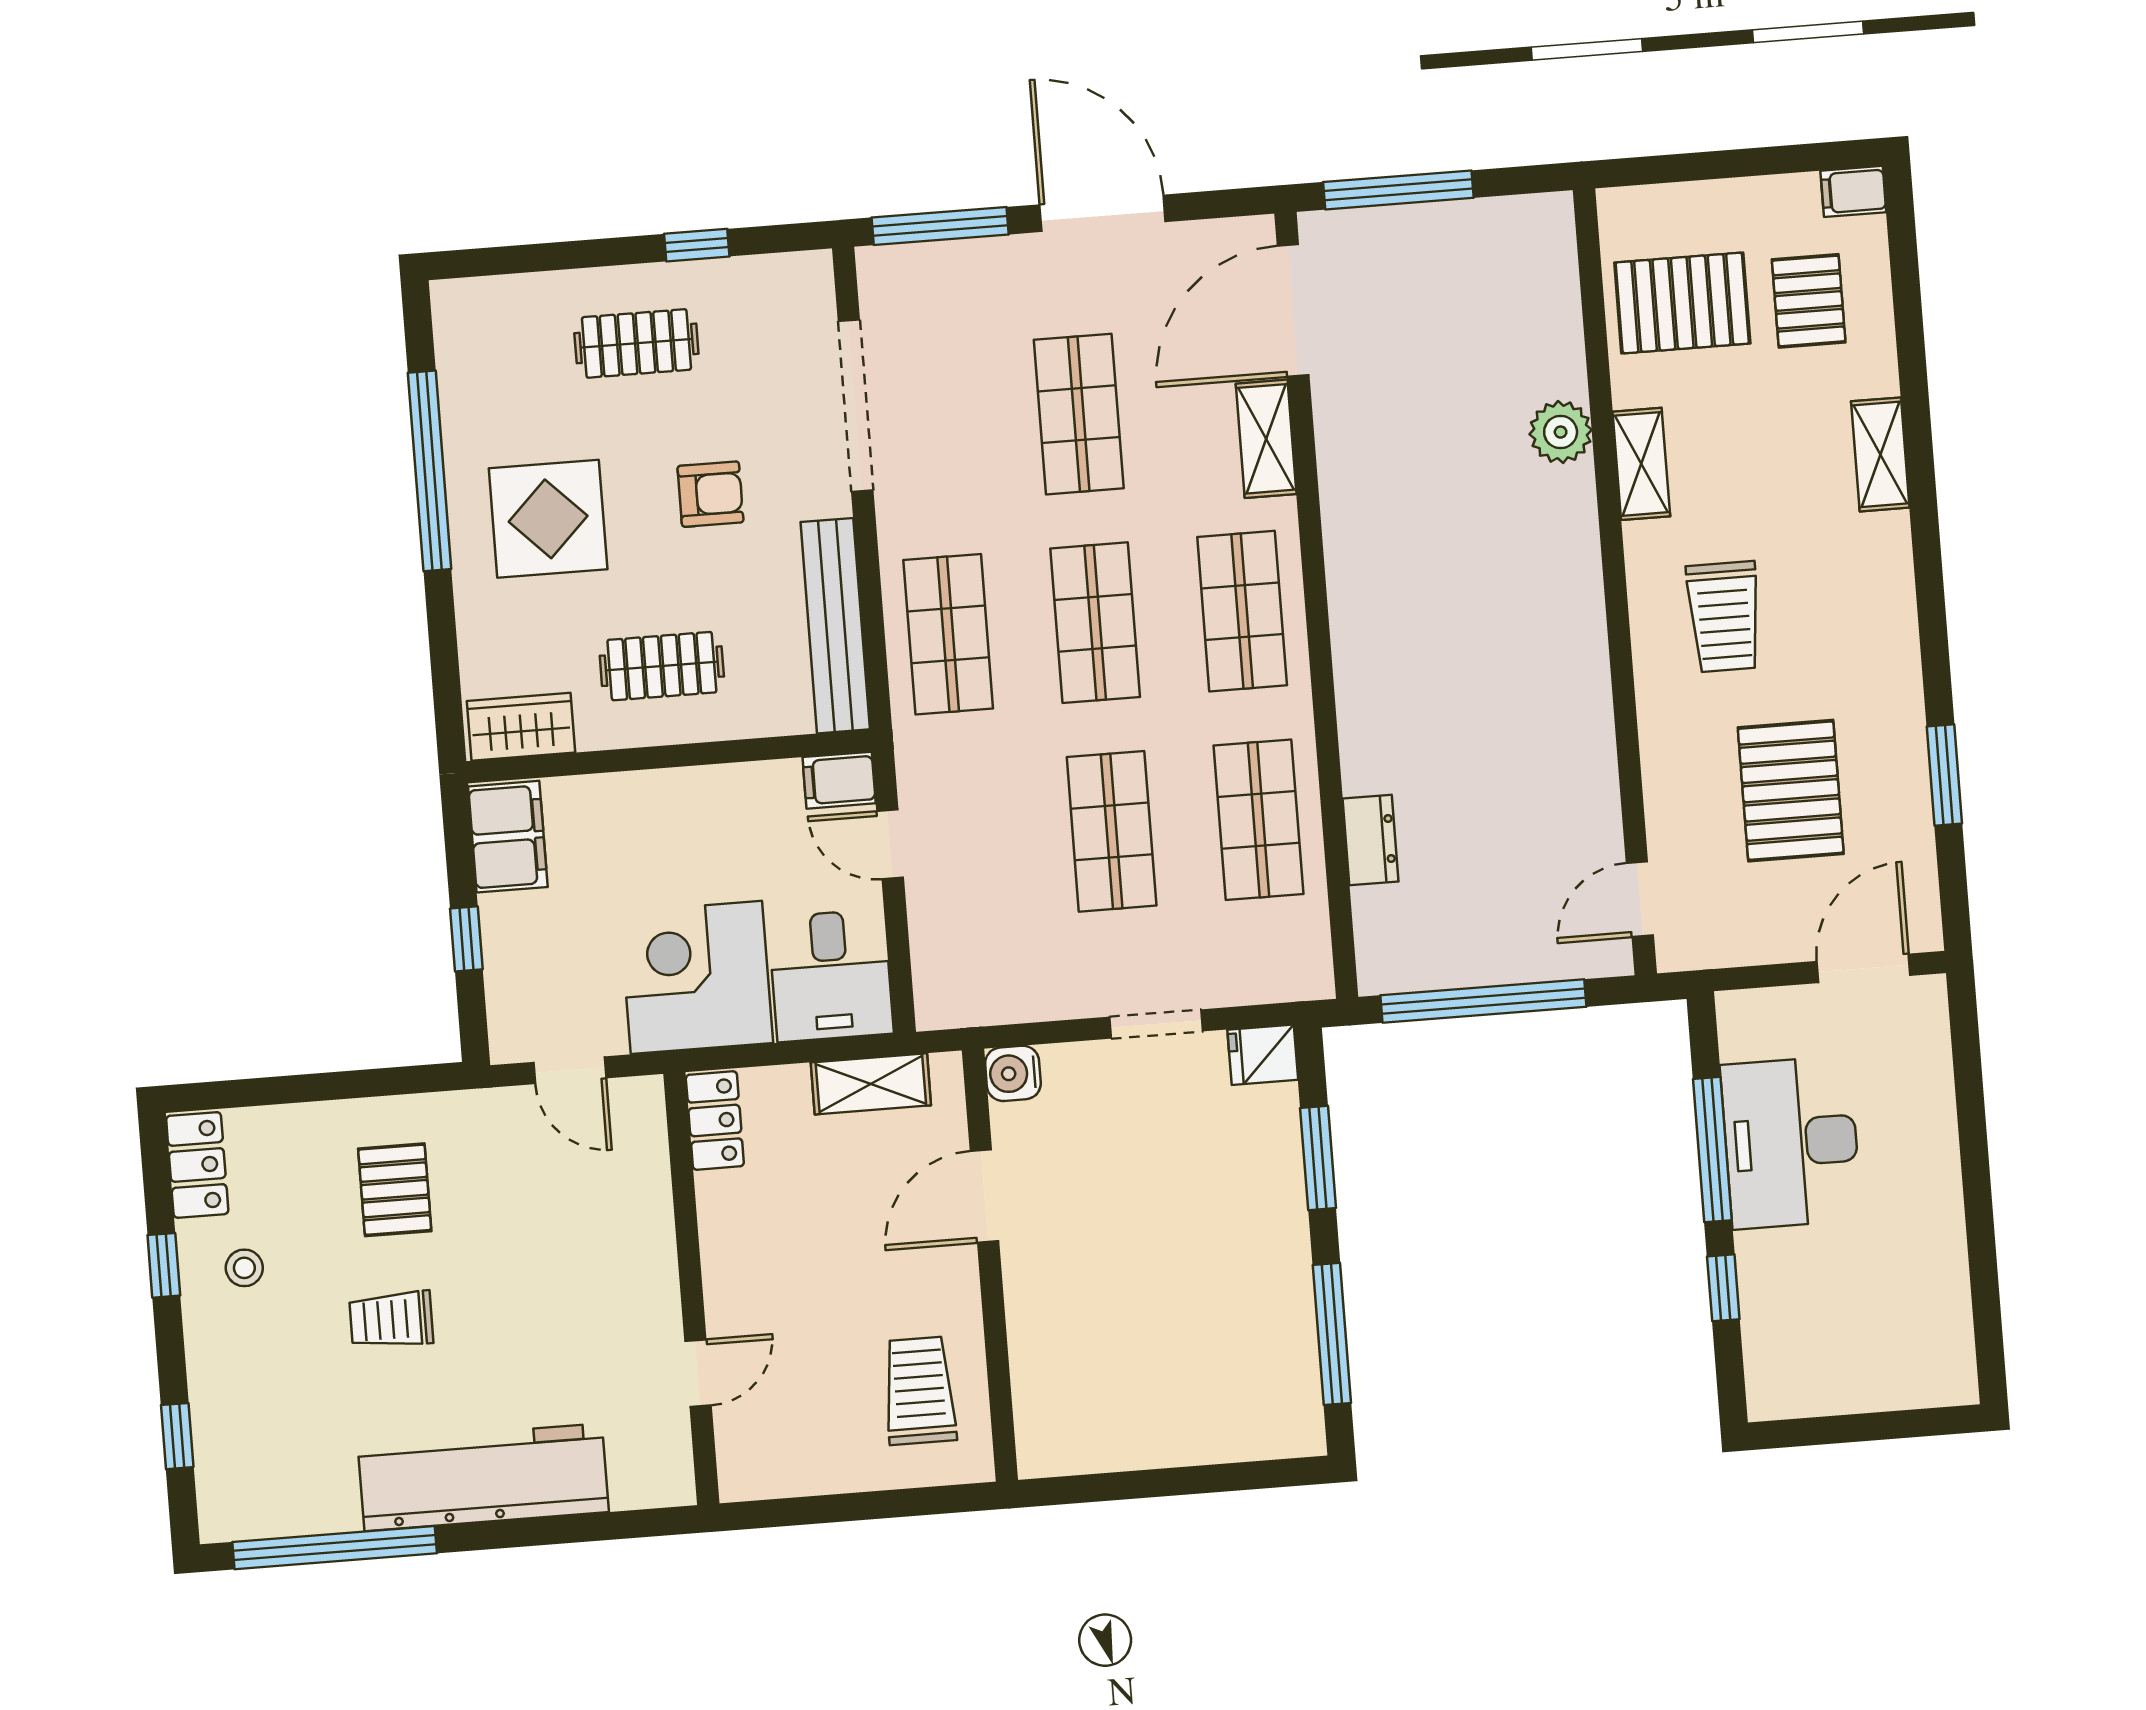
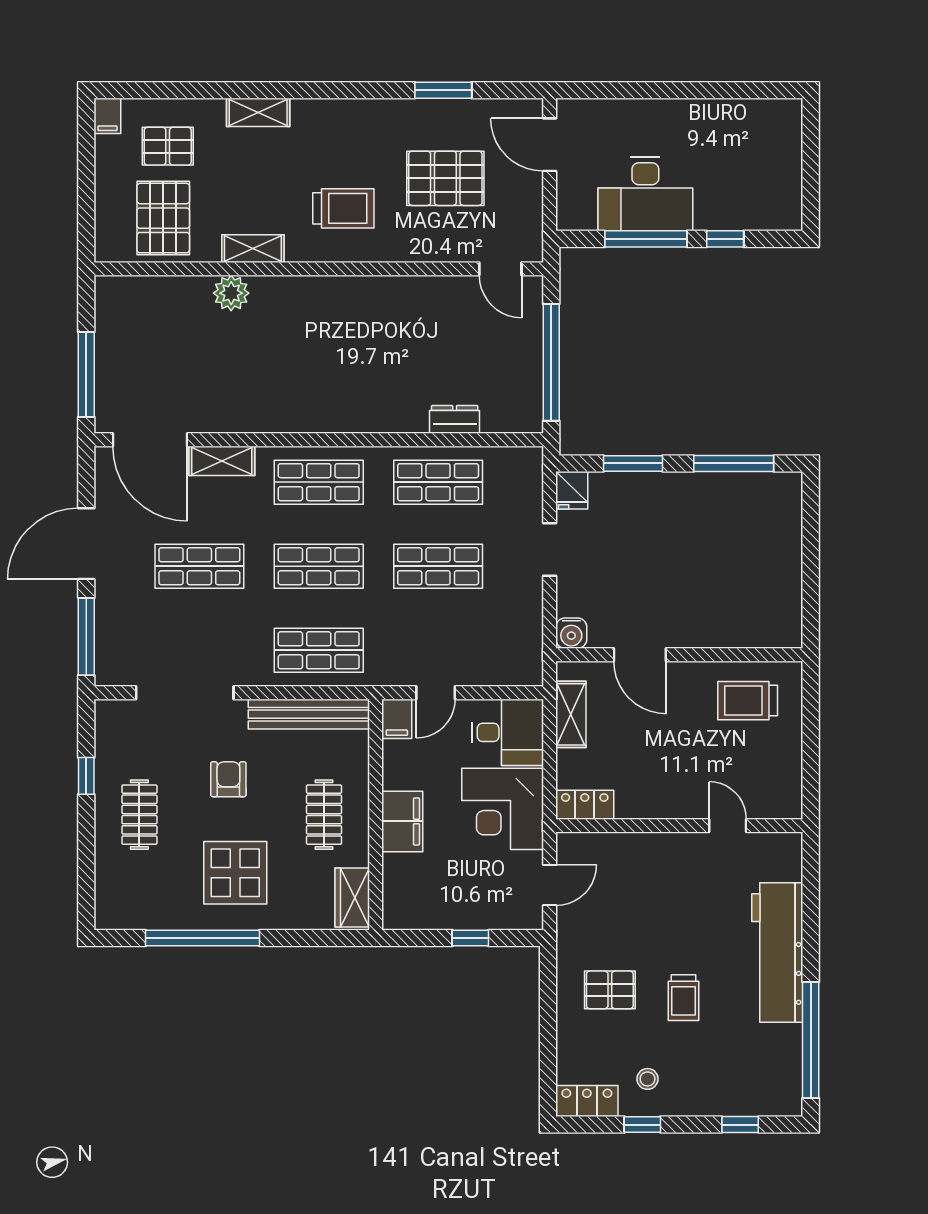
filing cabinet: (508, 837) -> (402, 821), moved, turned 90

